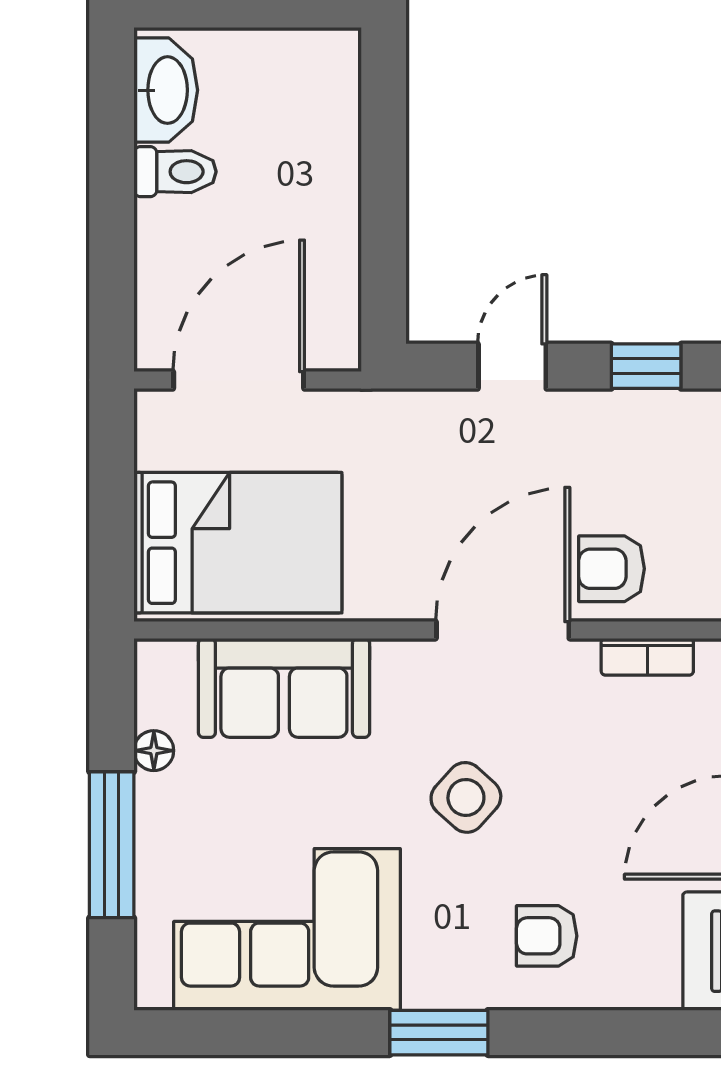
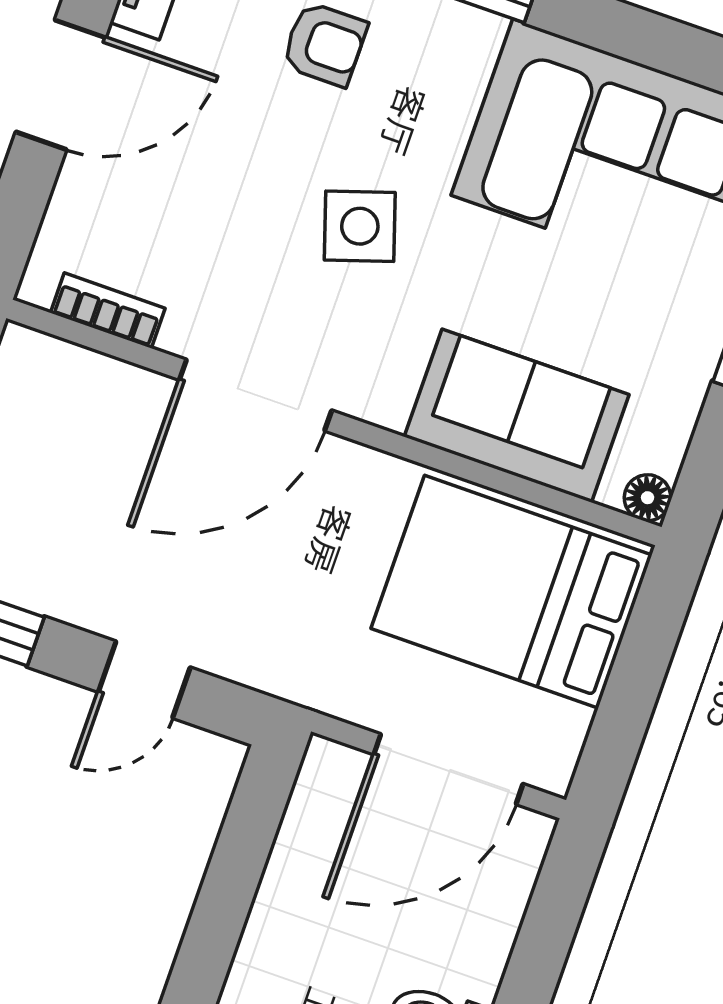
armchair: (612, 569) -> (113, 420), removed
floor lamp: (154, 751) -> (648, 498), moved
side table: (466, 797) -> (360, 226), turned 30

